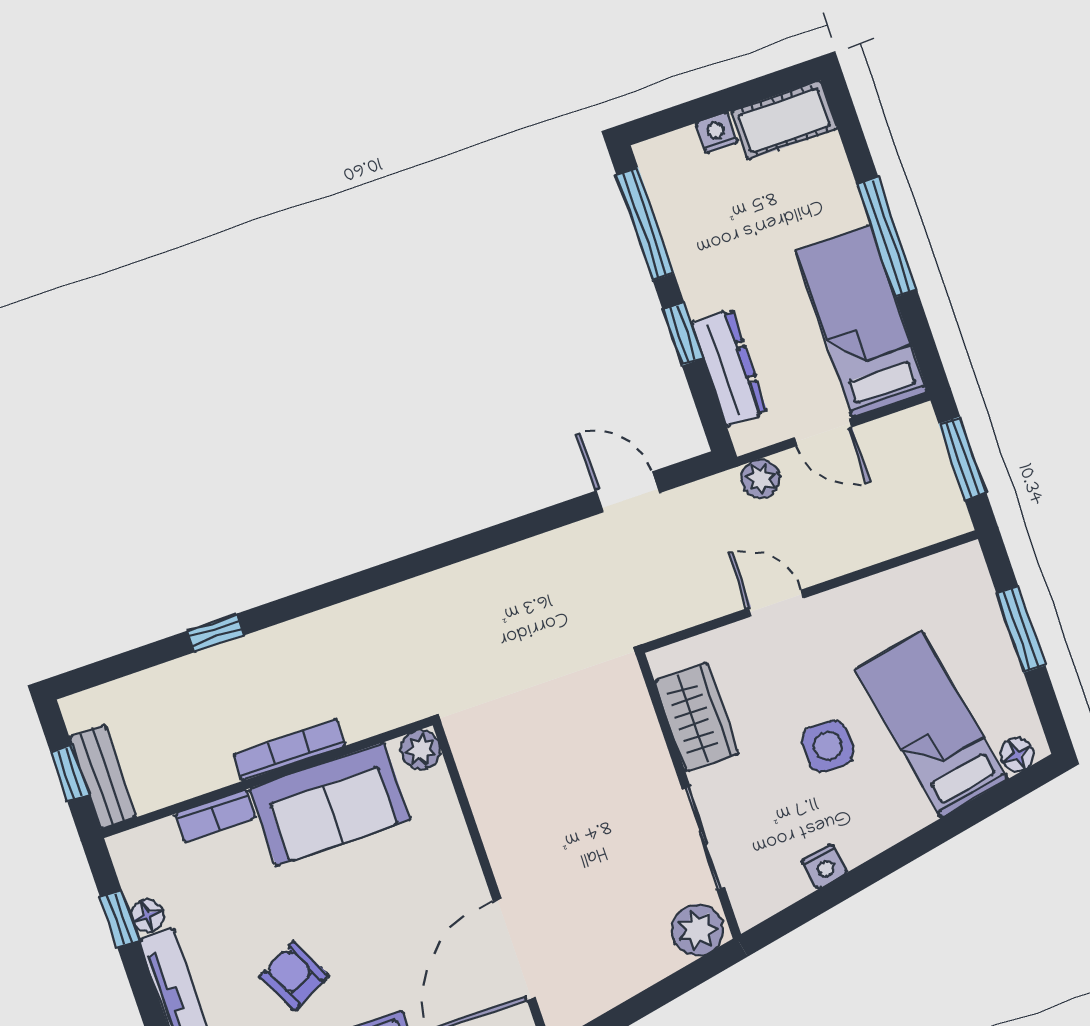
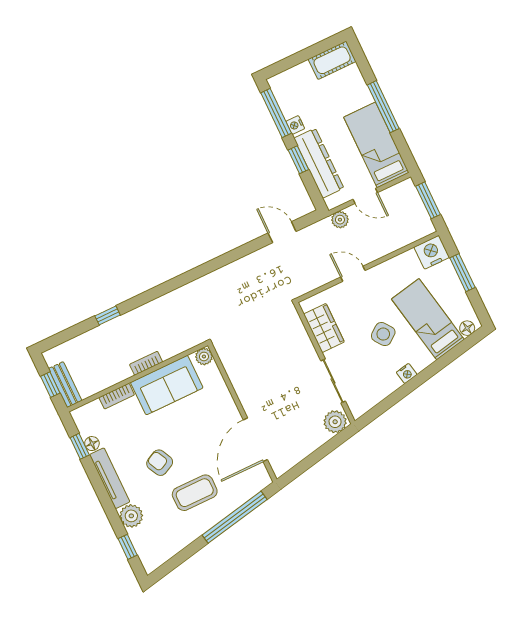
nightstand: (716, 133) -> (295, 125), moved, turned -90
dresser: (729, 368) -> (319, 163), width x1.37, depth x1.24
nightstand: (957, 575) -> (432, 252), added
side table: (828, 746) -> (383, 334), turned -37
bookcase: (289, 750) -> (146, 363), width x0.64
nightstand: (824, 867) -> (407, 373), moved

